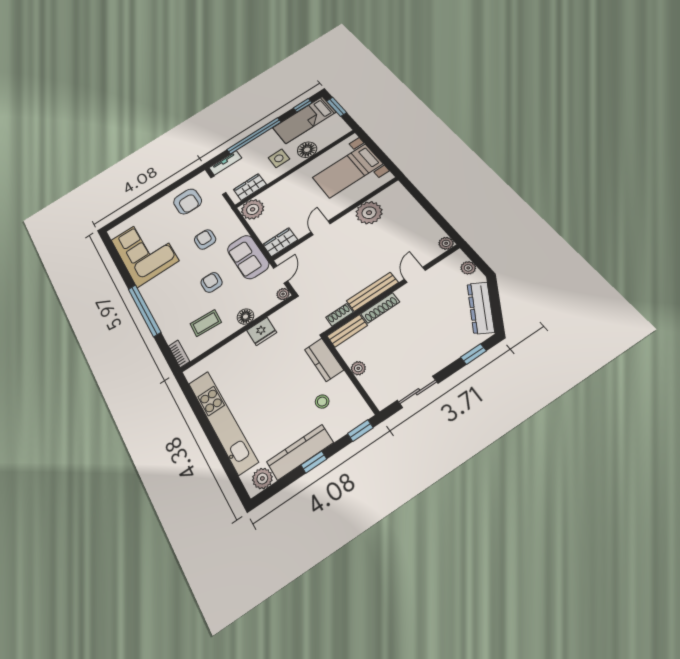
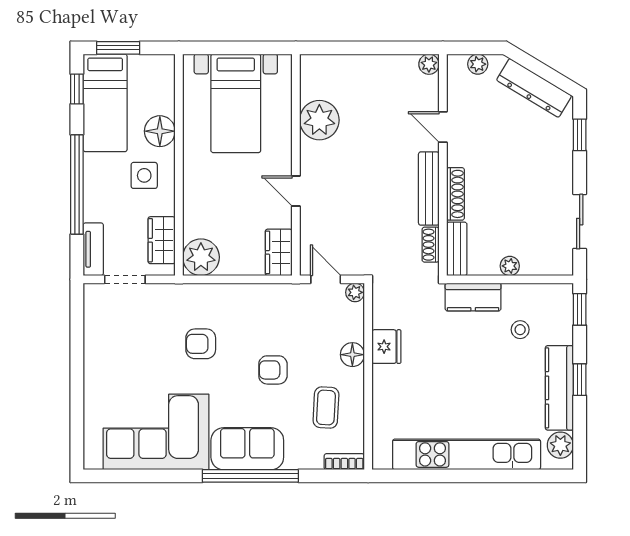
armchair: (188, 201) -> (119, 335), removed
sofa: (248, 257) -> (247, 449), moved, turned 180

